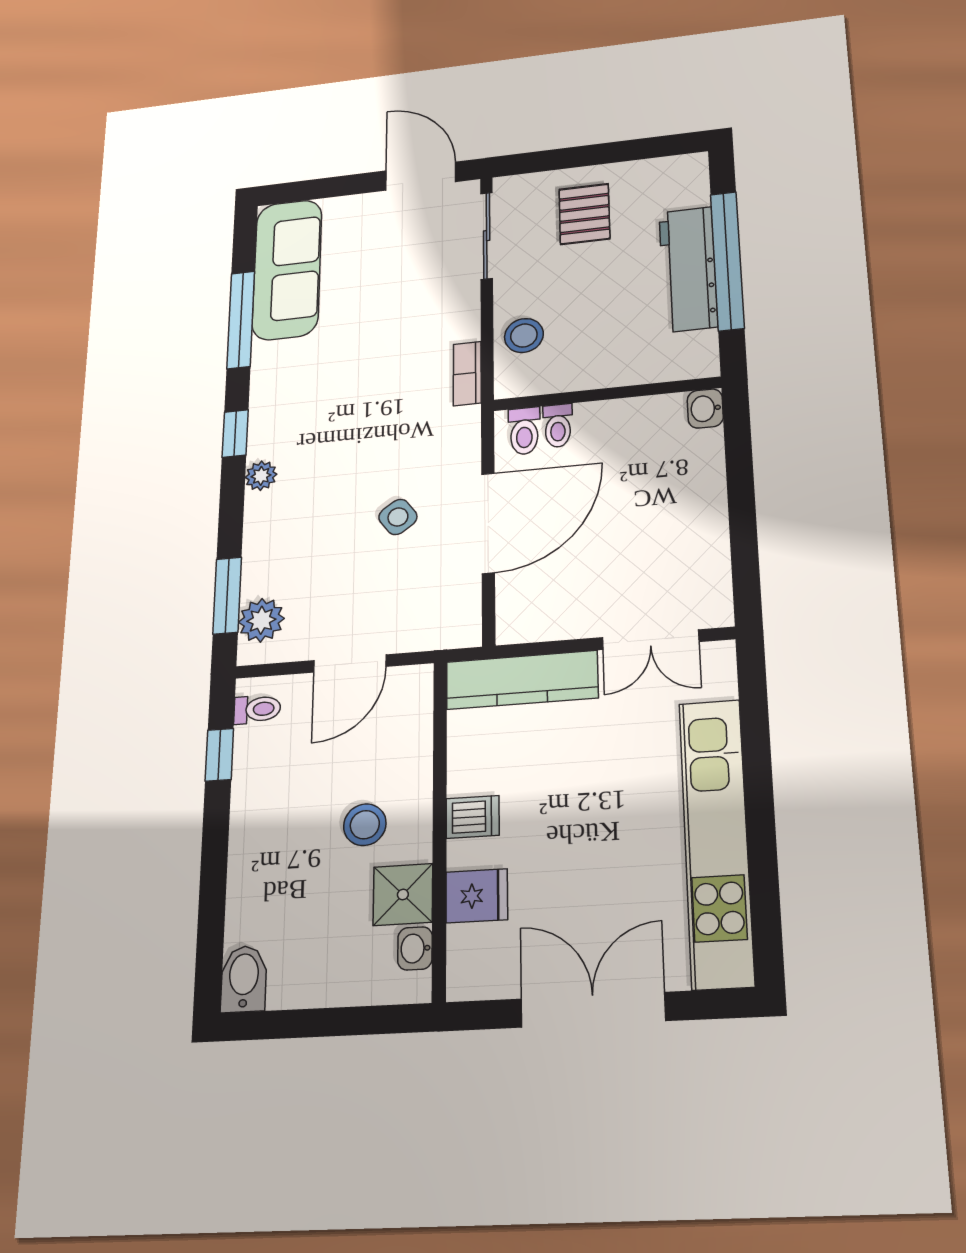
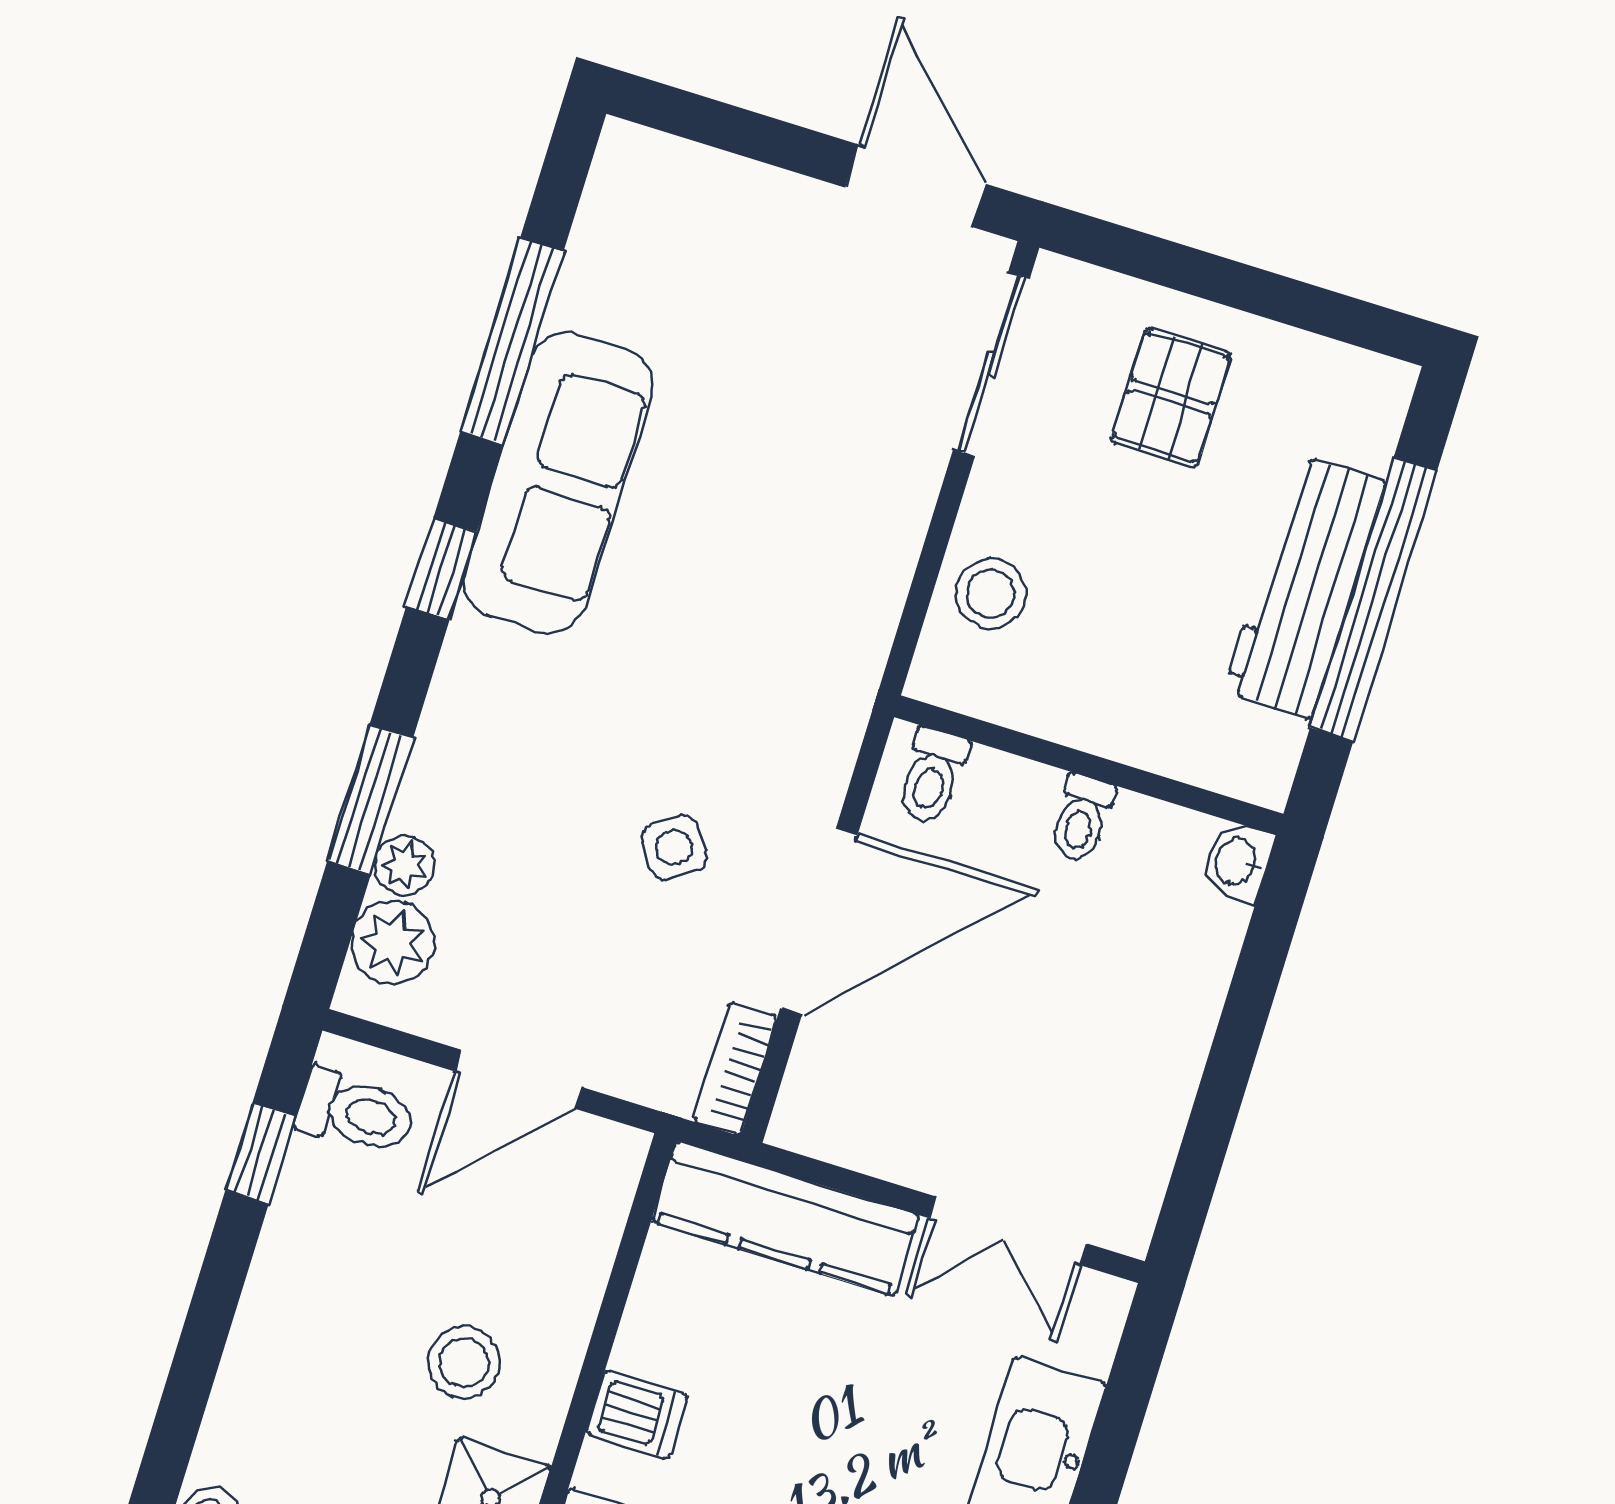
sofa: (287, 269) -> (558, 482), moved
bookcase: (467, 374) -> (735, 1069), moved
toilet: (558, 426) -> (1082, 819), moved
plant: (261, 476) -> (404, 865), moved
window: (227, 595) -> (370, 799), moved
toilet: (257, 709) -> (356, 1112), width x1.37, depth x1.39

